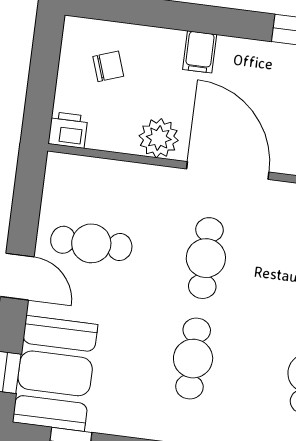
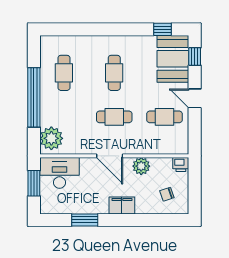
filing cabinet: (200, 52) -> (122, 206), width x2.00
door: (228, 170) -> (110, 156), width x0.73
cafe table: (206, 258) -> (114, 117), turned 90

